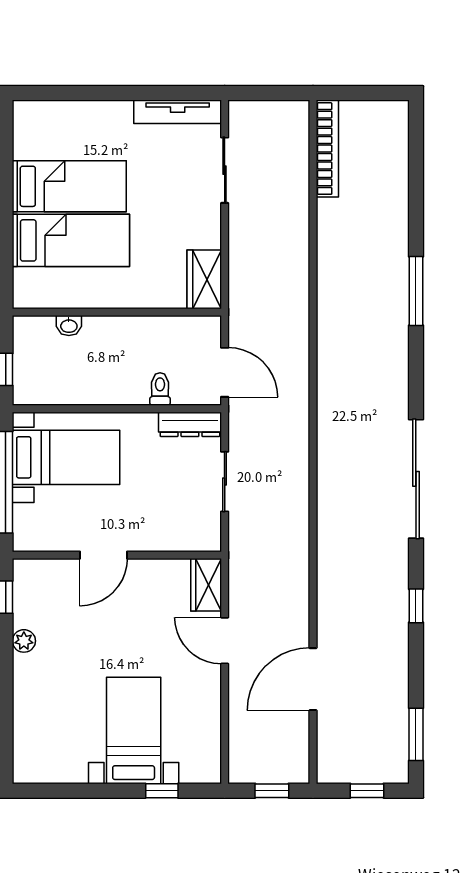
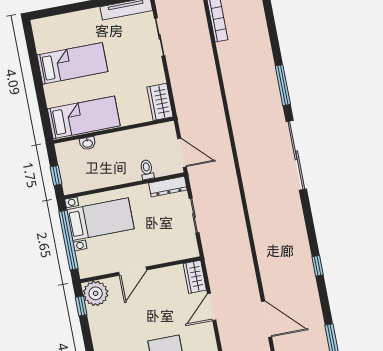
bed: (71, 240) -> (84, 117), moved
sliding door: (416, 479) -> (296, 155), moved
plant: (24, 641) -> (96, 293), moved, width x1.88, depth x1.88
door: (225, 641) -> (212, 307), hinge flipped
door: (313, 679) -> (267, 319), swing flipped

